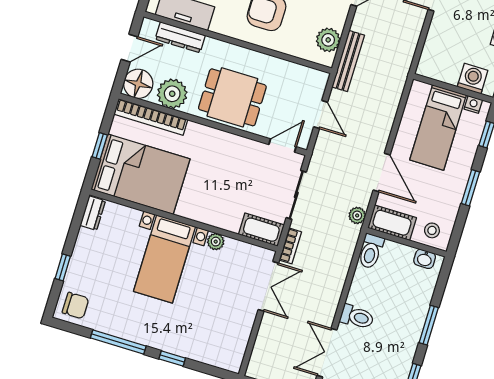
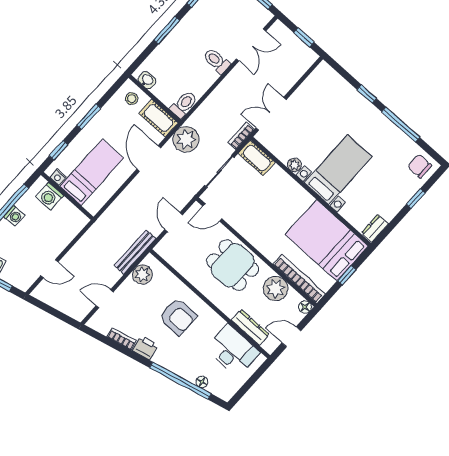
floor lamp: (138, 84) -> (305, 307), width x0.53, depth x0.53
plant: (357, 215) -> (186, 139), width x1.87, depth x1.87

